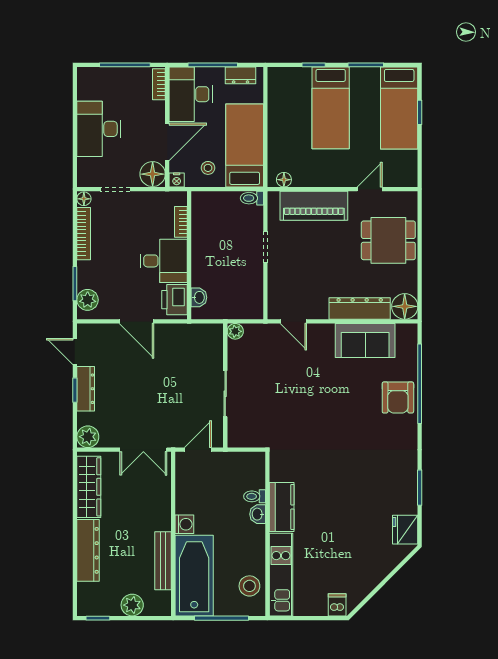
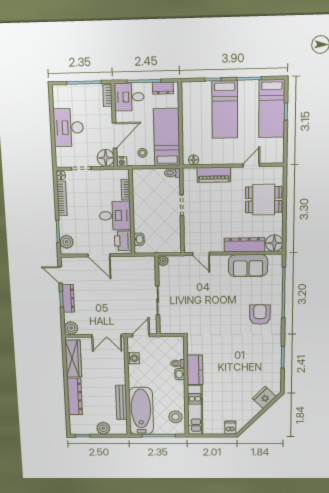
desk: (191, 94) -> (129, 97), width x0.73
piano: (314, 206) -> (214, 175), width x0.73, depth x0.75
armchair: (398, 397) -> (260, 315), moved, turned 180
washing machine: (184, 524) -> (133, 358), moved
fridge: (405, 530) -> (264, 398), moved, turned 45

